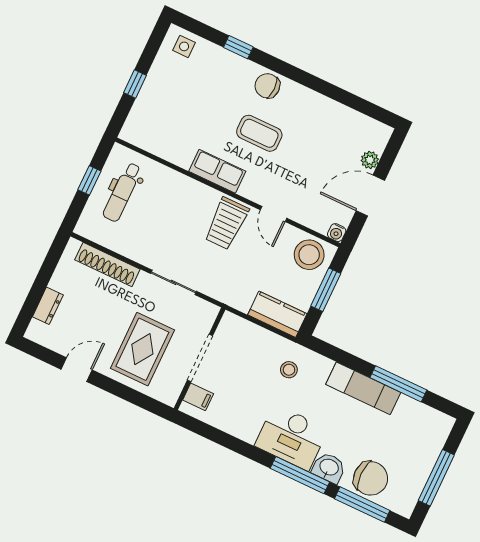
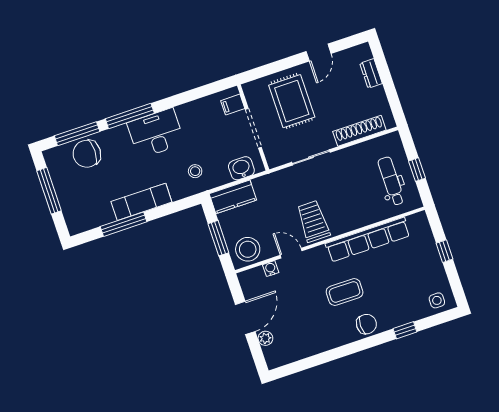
row of seats: (217, 171) -> (368, 240), width x2.02
water cooler: (337, 233) -> (271, 269), moved
washbasin: (329, 468) -> (241, 168), moved, turned 180

